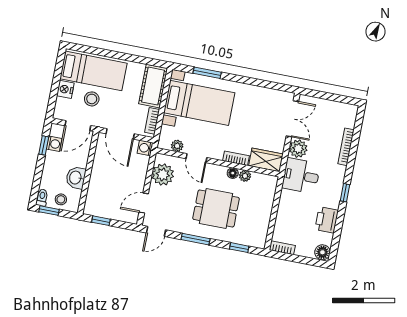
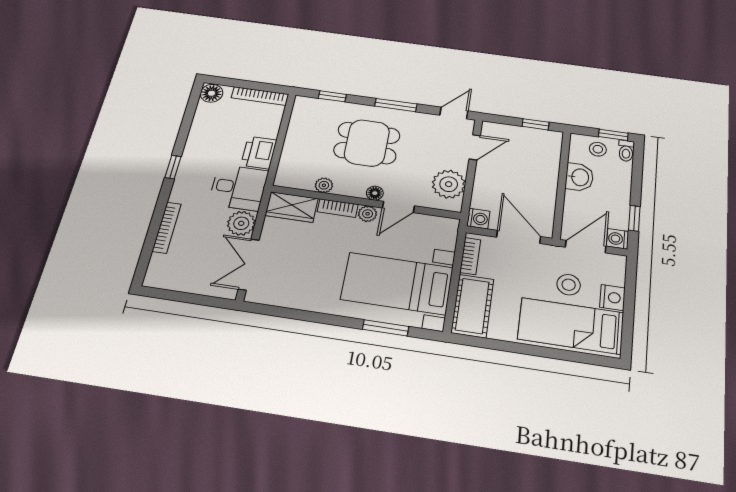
washing machine: (54, 144) -> (618, 239), moved
plant: (177, 146) -> (368, 214), moved
door: (196, 158) -> (398, 207), swing flipped
floor lamp: (233, 173) -> (375, 193), moved
printer: (327, 220) -> (259, 153), moved, turned 180
bookcase: (282, 248) -> (260, 96), width x1.56

